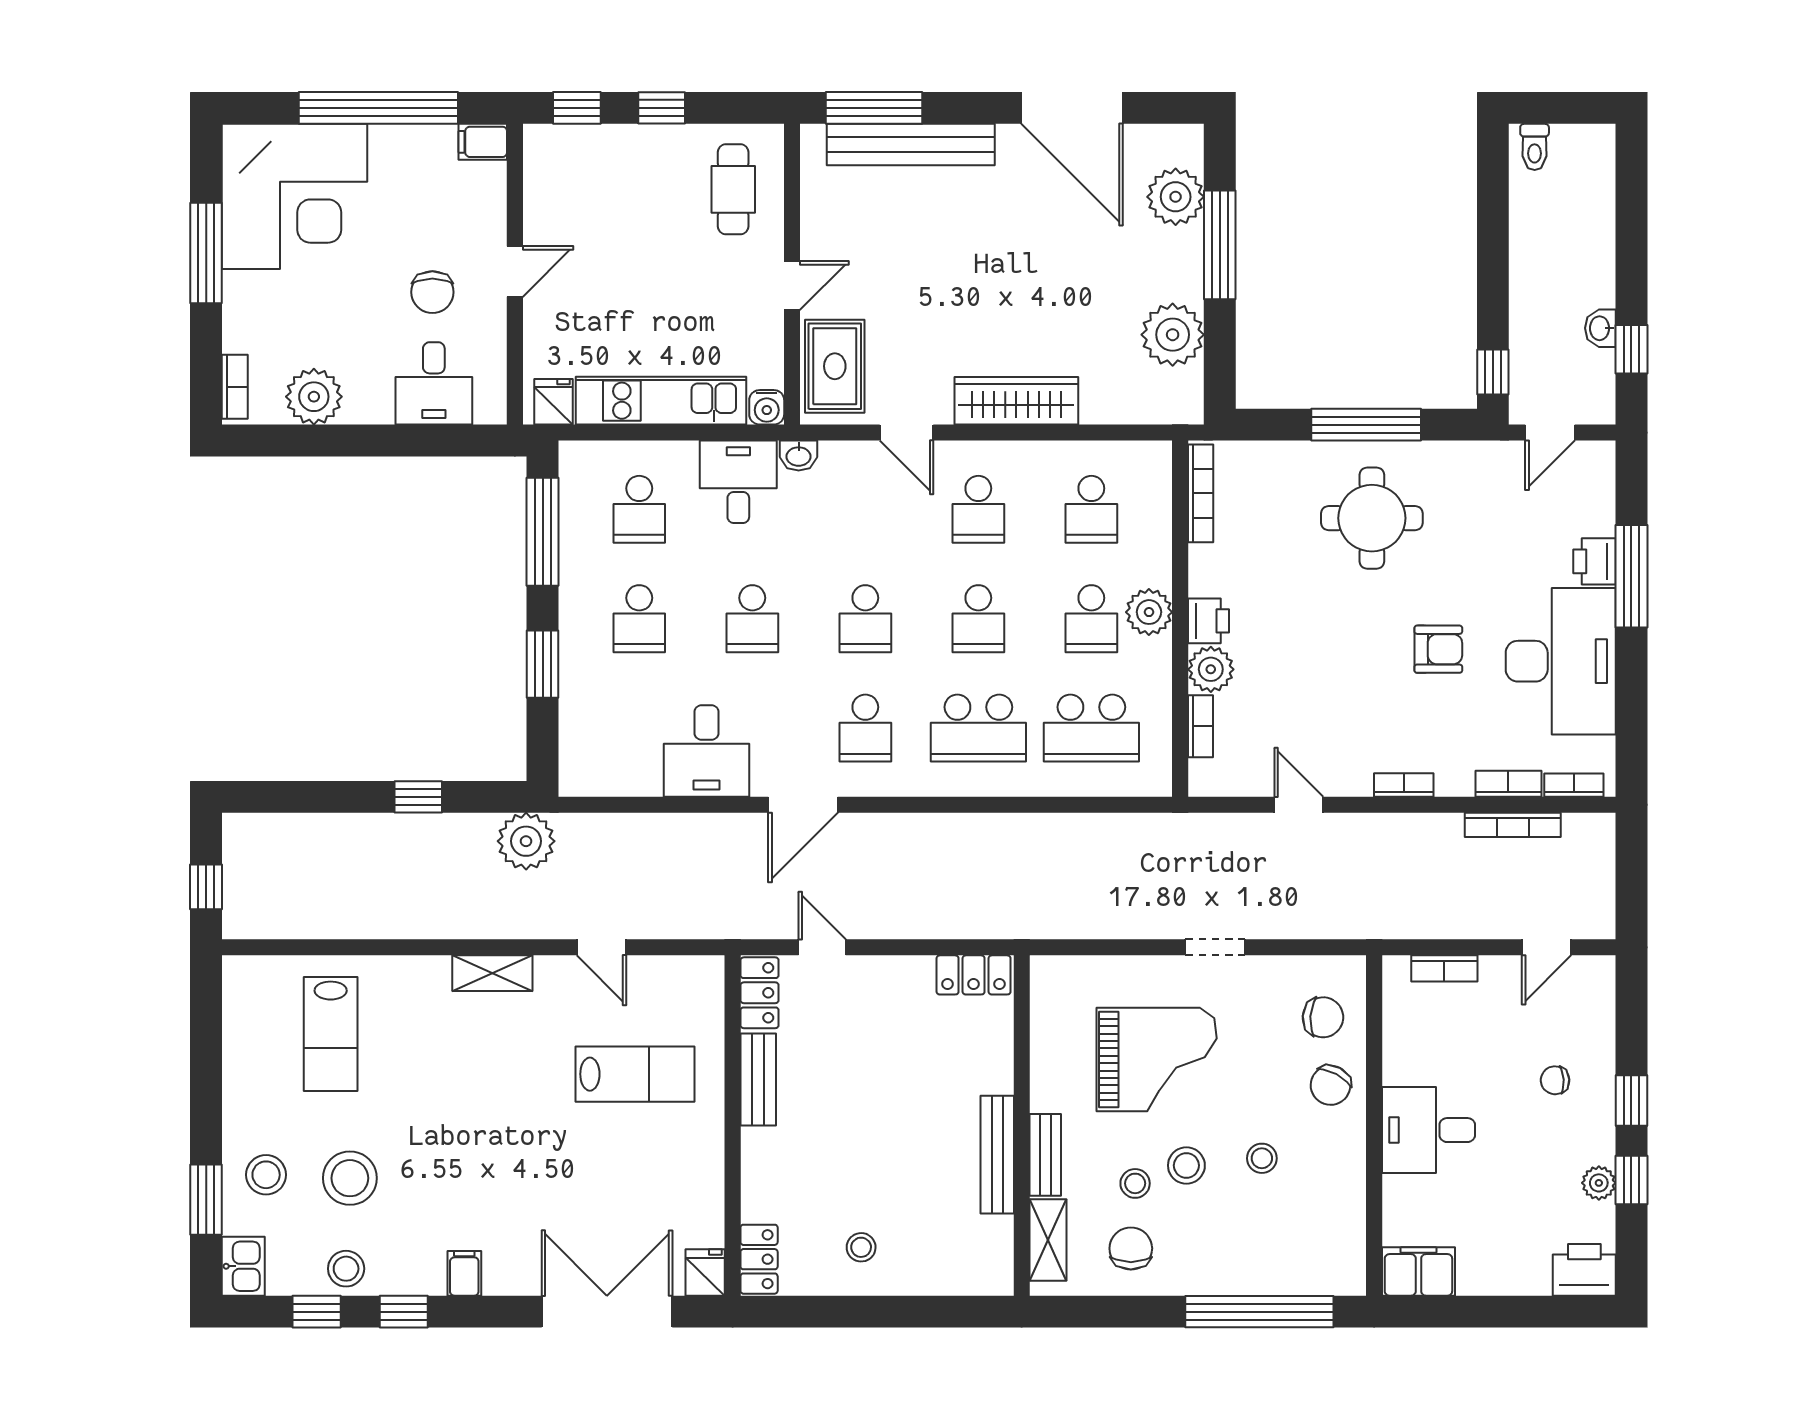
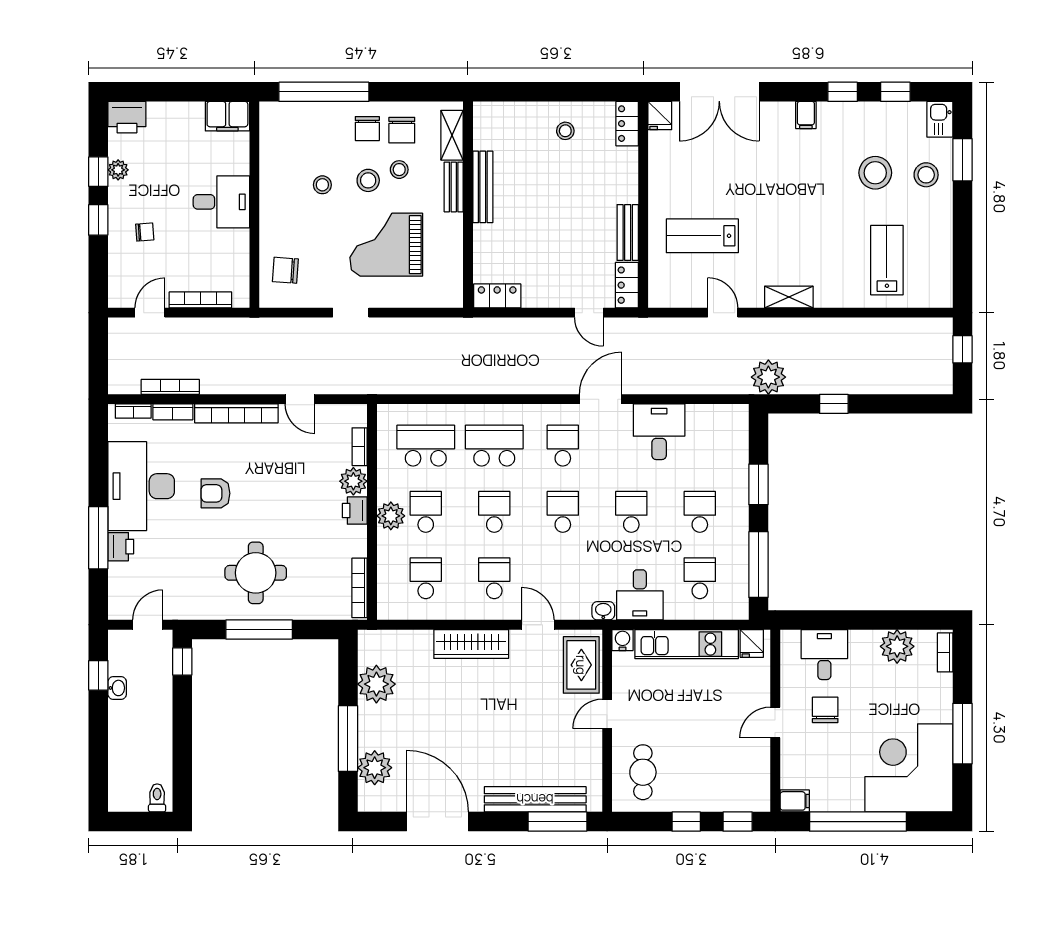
bookcase: (1404, 785) -> (236, 413), width x2.31, depth x1.31
bookcase: (1444, 968) -> (200, 300), width x1.56
chair: (1331, 1085) -> (367, 129), moved, turned 152
stool: (346, 1269) -> (878, 118), removed

